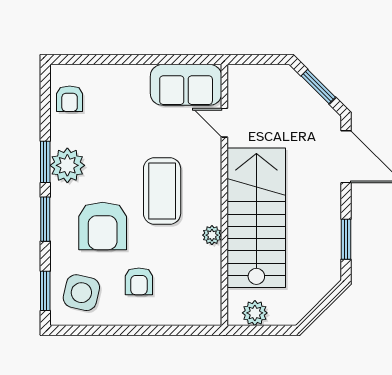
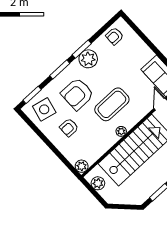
plant: (212, 235) -> (121, 131), moved
plant: (210, 314) -> (82, 166), added

